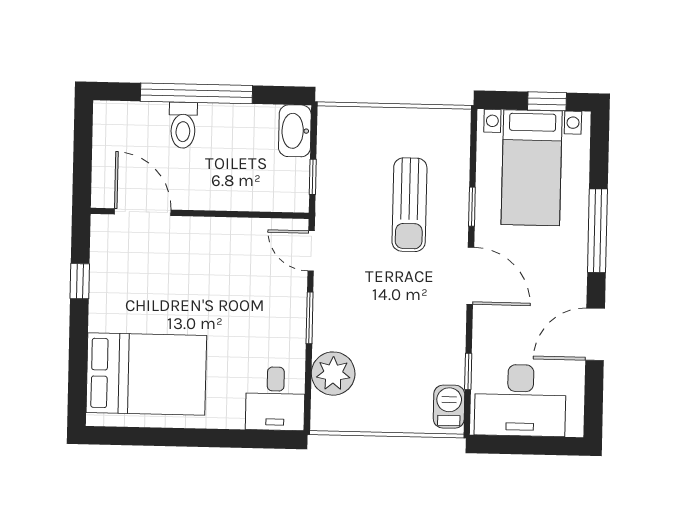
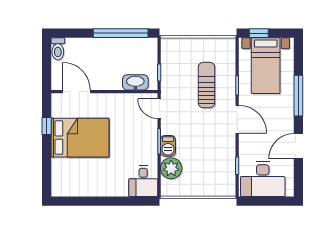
window: (196, 93) -> (121, 33), moved
window: (547, 101) -> (259, 33), moved
toilet: (183, 125) -> (58, 49), moved
washbasin: (295, 131) -> (135, 82), moved, turned 90
sun lounger: (409, 205) -> (207, 85), turned 180
bed: (146, 374) -> (80, 138), moved
barbecue: (449, 407) -> (168, 146), moved, turned 180

